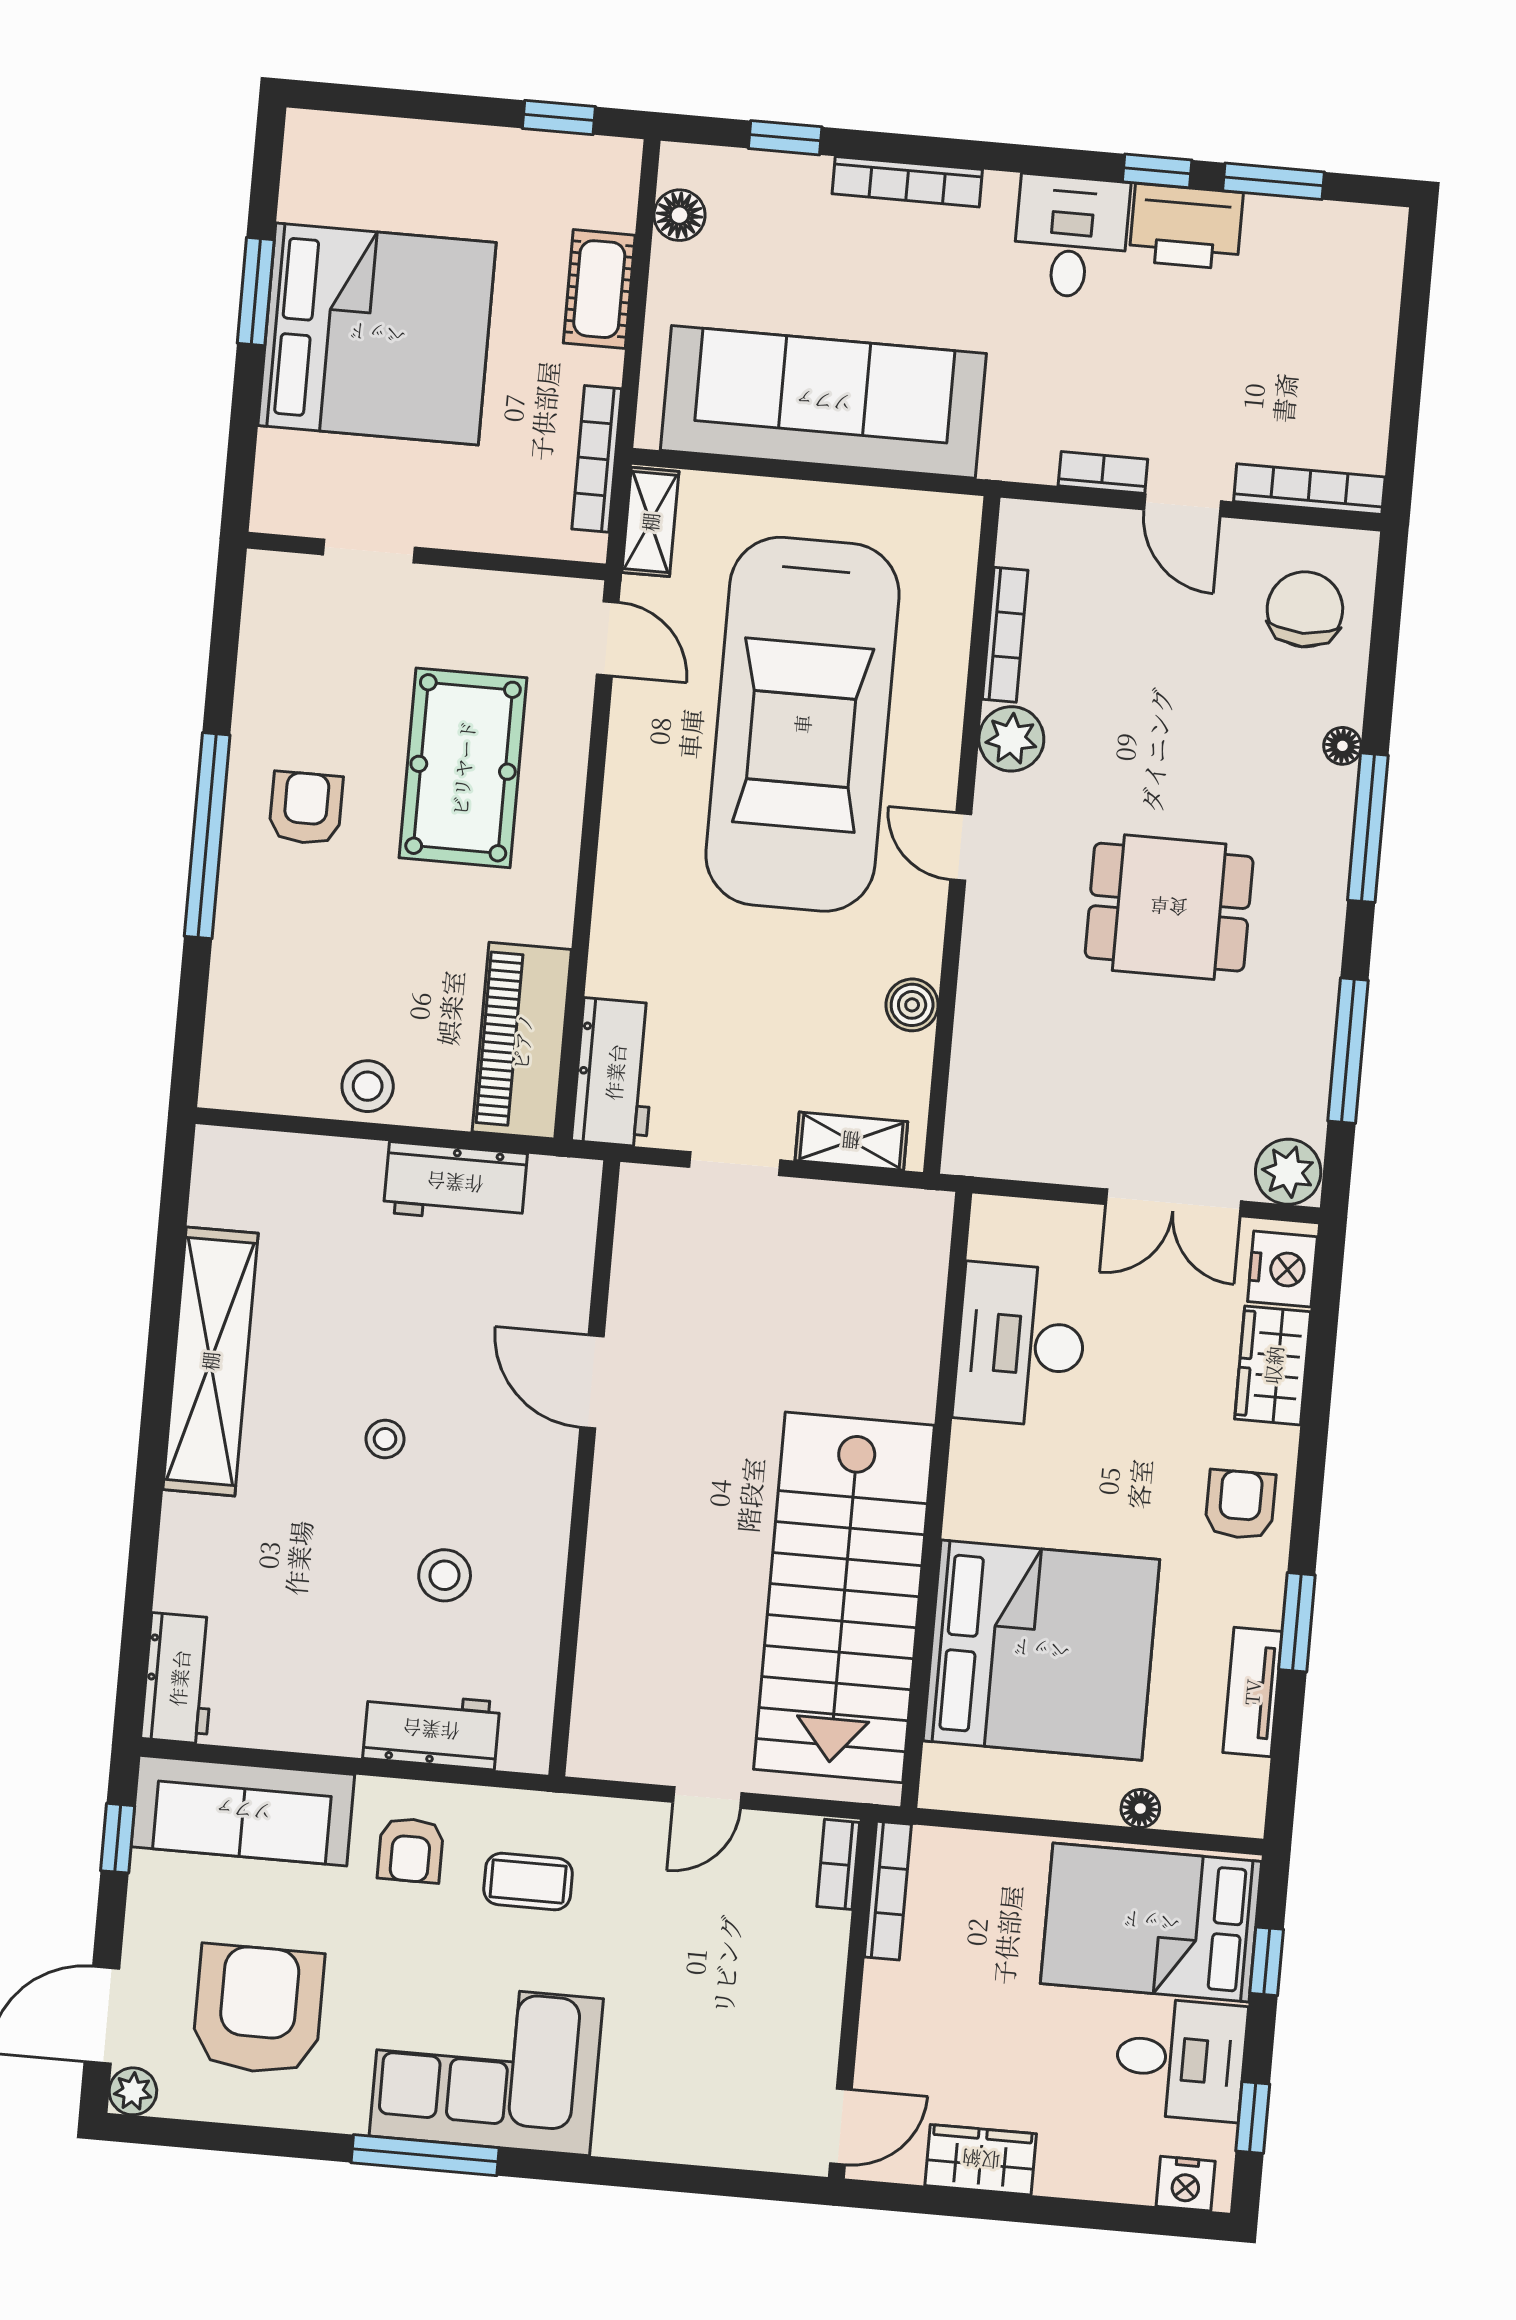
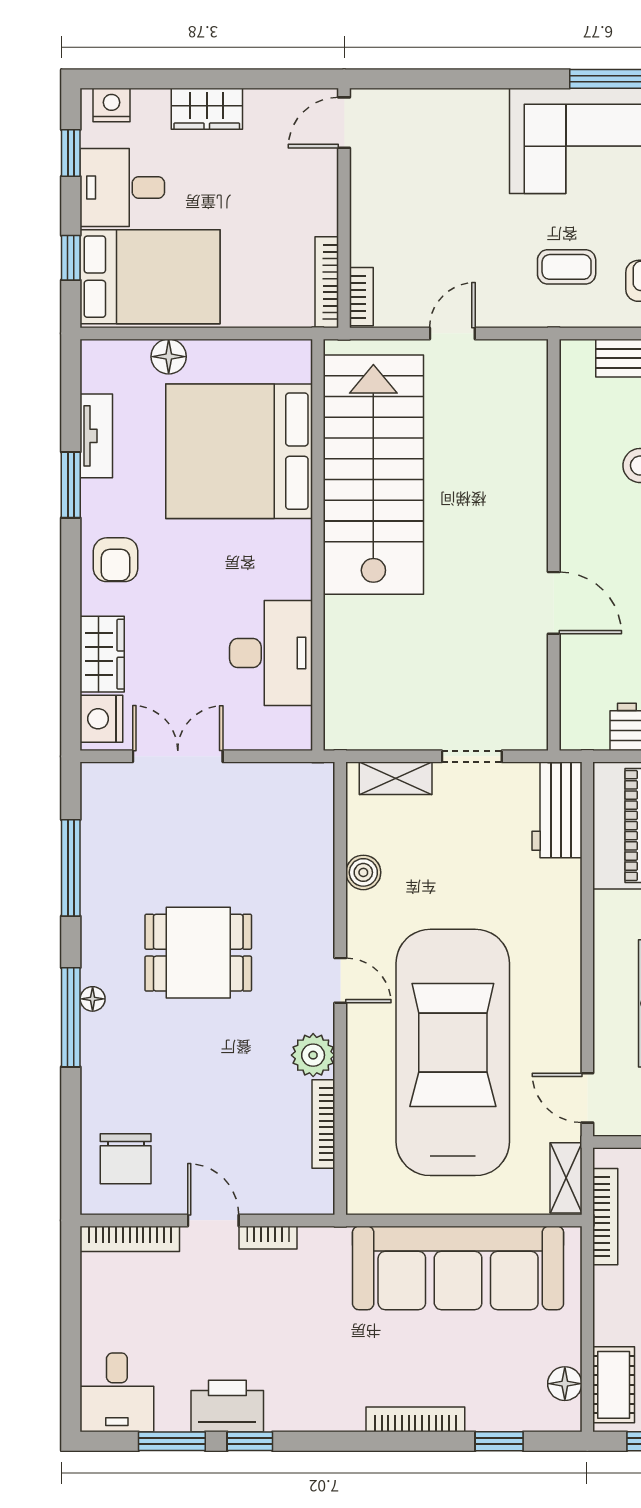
desk: (1071, 237) -> (117, 1392), moved
cot: (599, 289) -> (614, 1385), moved
floor lamp: (1342, 746) -> (93, 999), moved
plant: (1288, 1172) -> (103, 784), removed
floor lamp: (1140, 1808) -> (169, 357), width x1.37, depth x1.37
wardrobe: (981, 2160) -> (207, 109), moved

